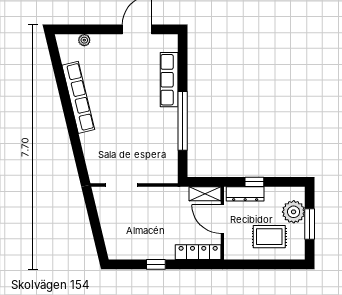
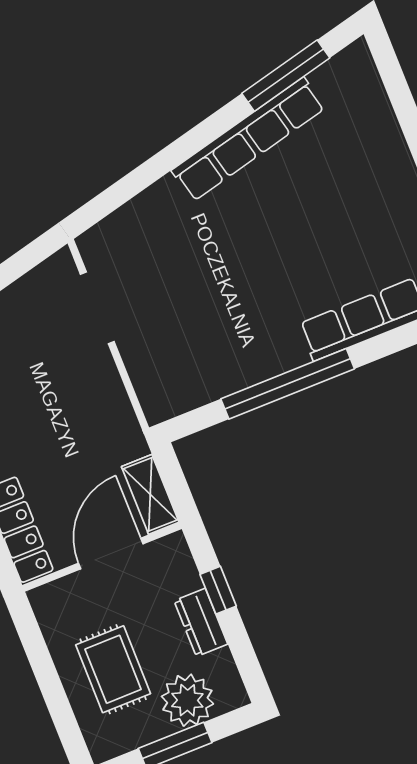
plant: (84, 40) -> (377, 103), removed
window: (59, 72) -> (286, 76), added
dresser: (245, 194) -> (201, 622), moved, width x0.70

